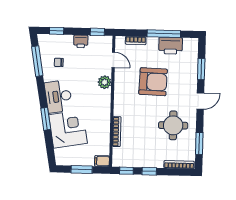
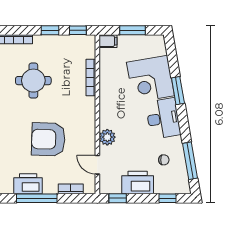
printer: (81, 41) -> (138, 182), width x1.87, depth x1.48
round table: (173, 125) -> (33, 81), moved

